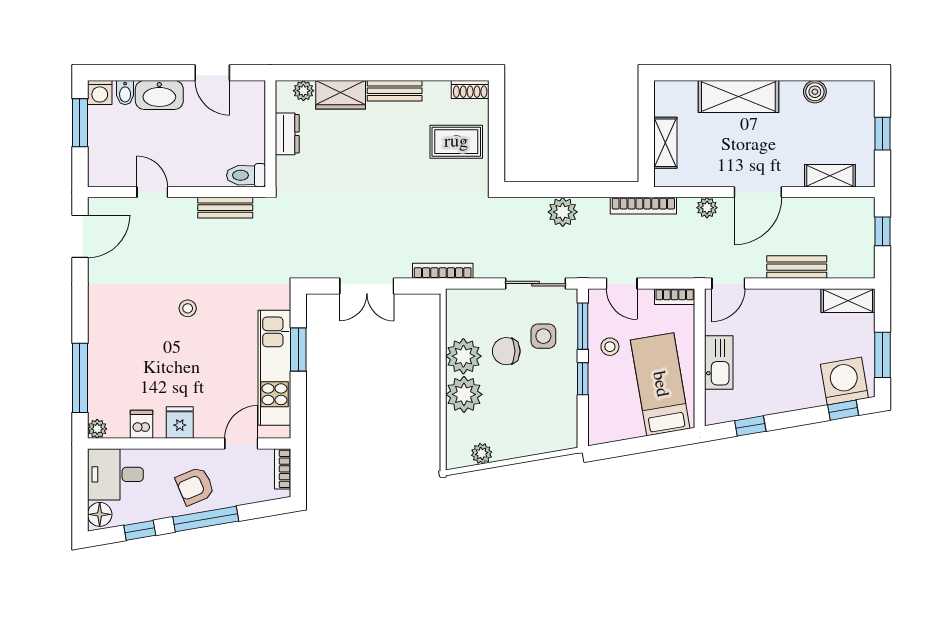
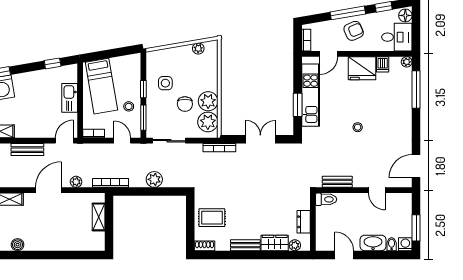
shelving: (738, 96) -> (59, 242), removed
side table: (543, 336) -> (165, 83), moved
chair: (506, 351) -> (185, 104), turned 90
plant: (464, 394) -> (208, 122), moved
fridge: (180, 423) -> (362, 68), width x1.88, depth x1.34

